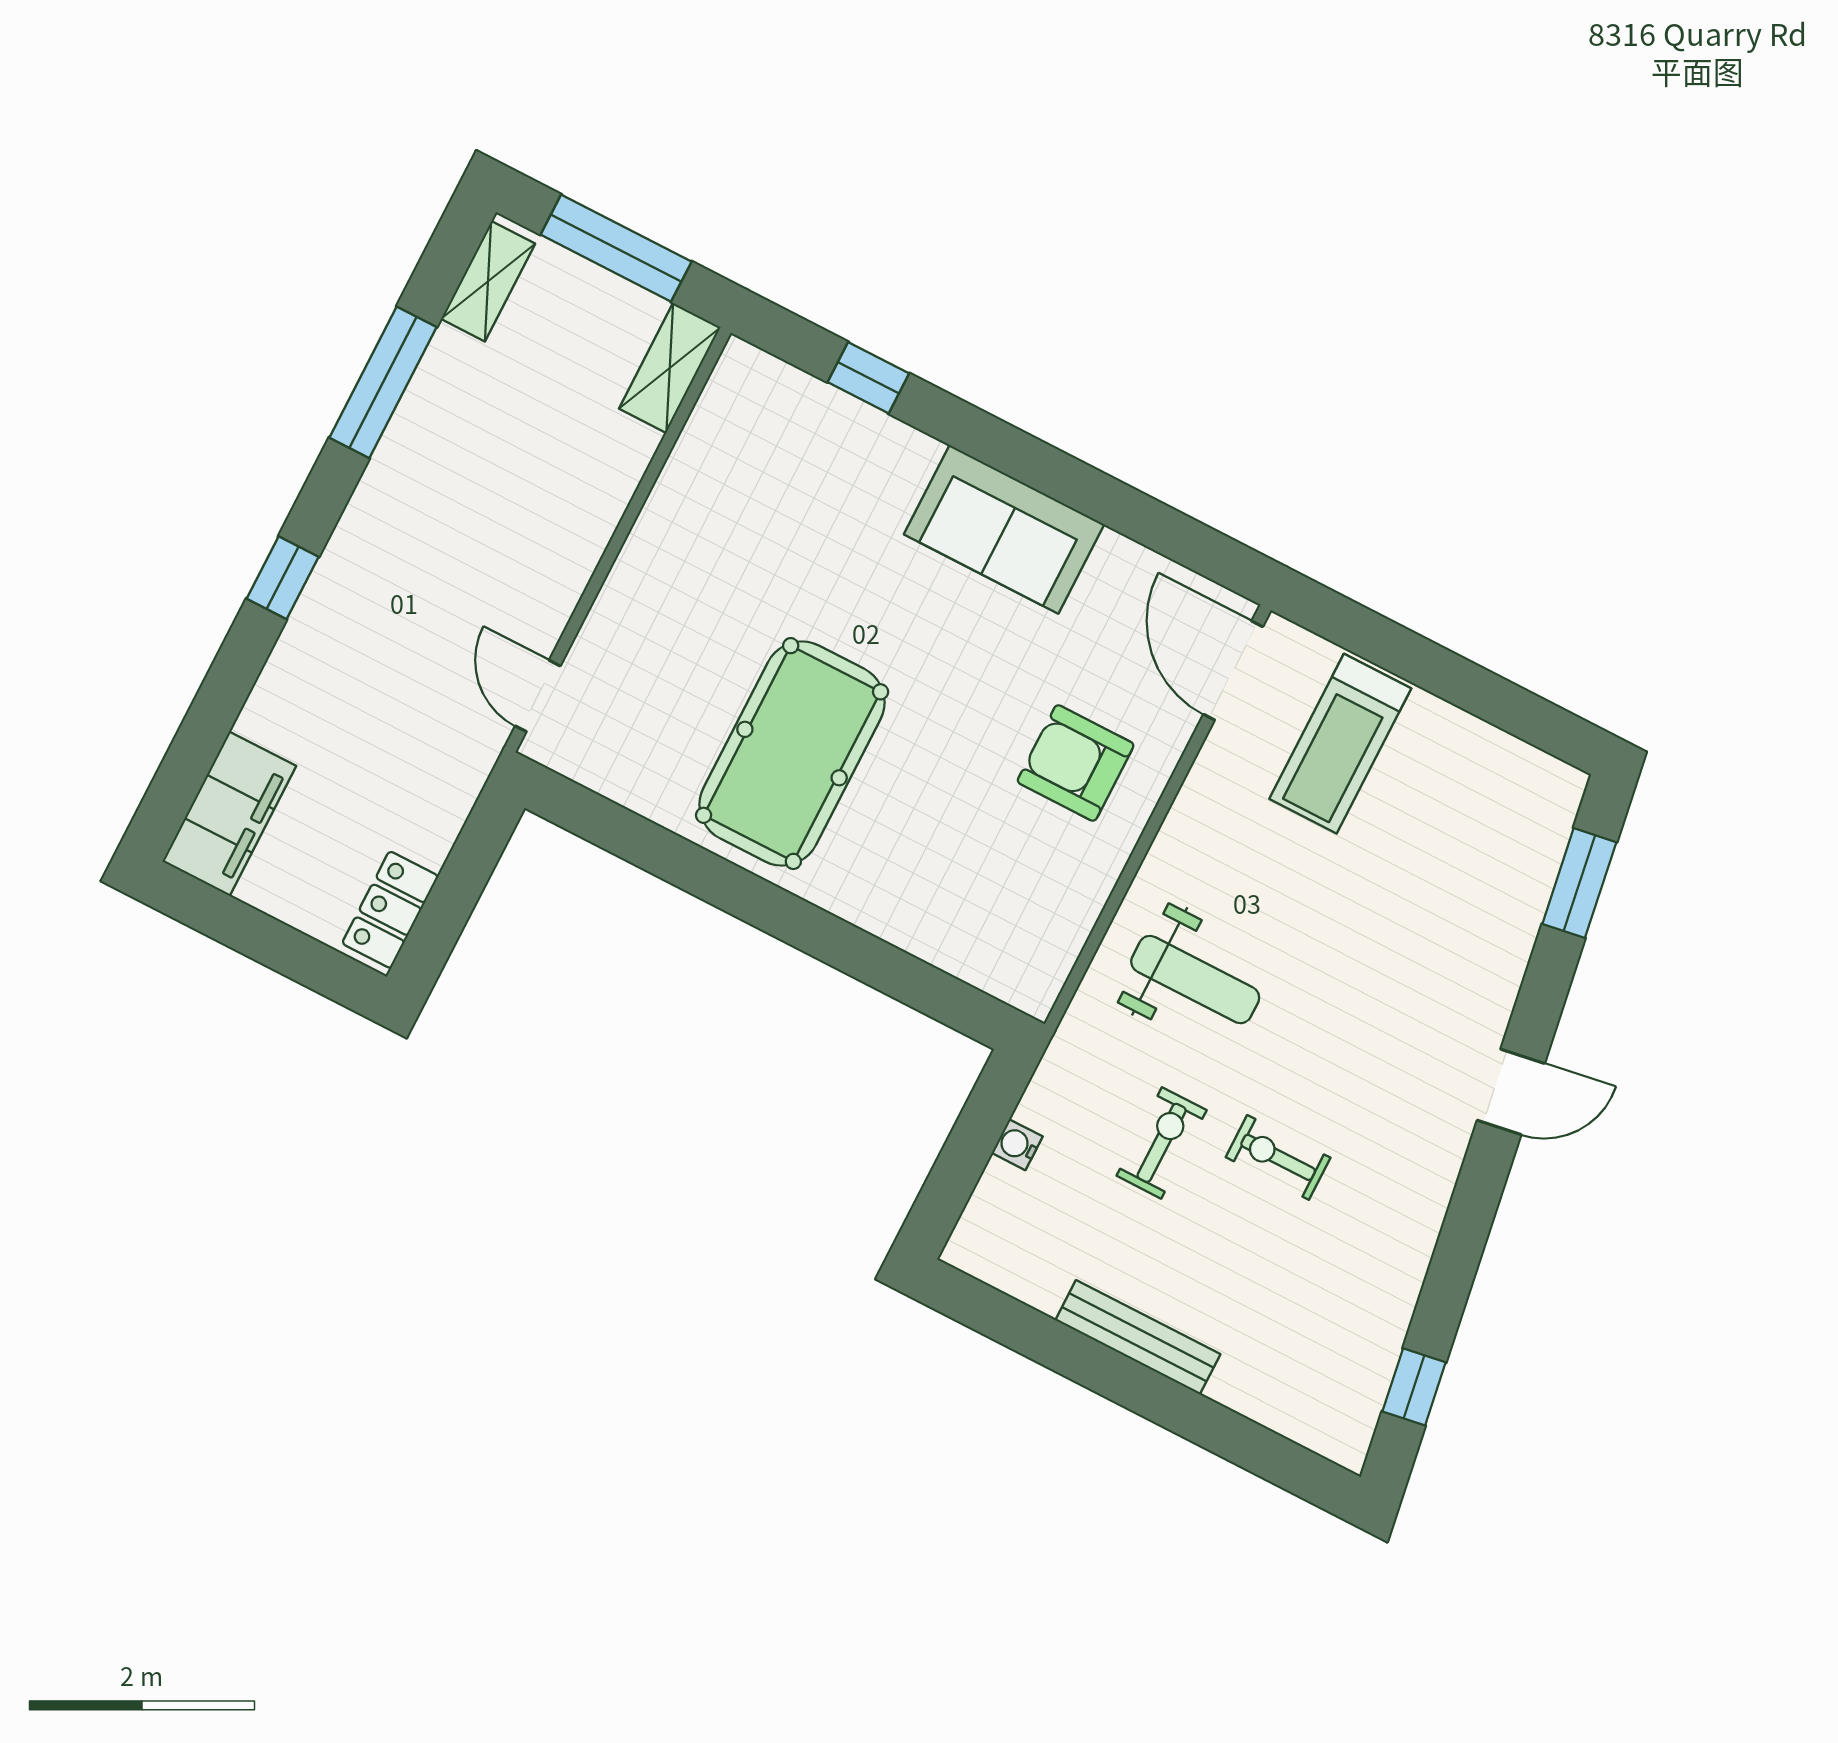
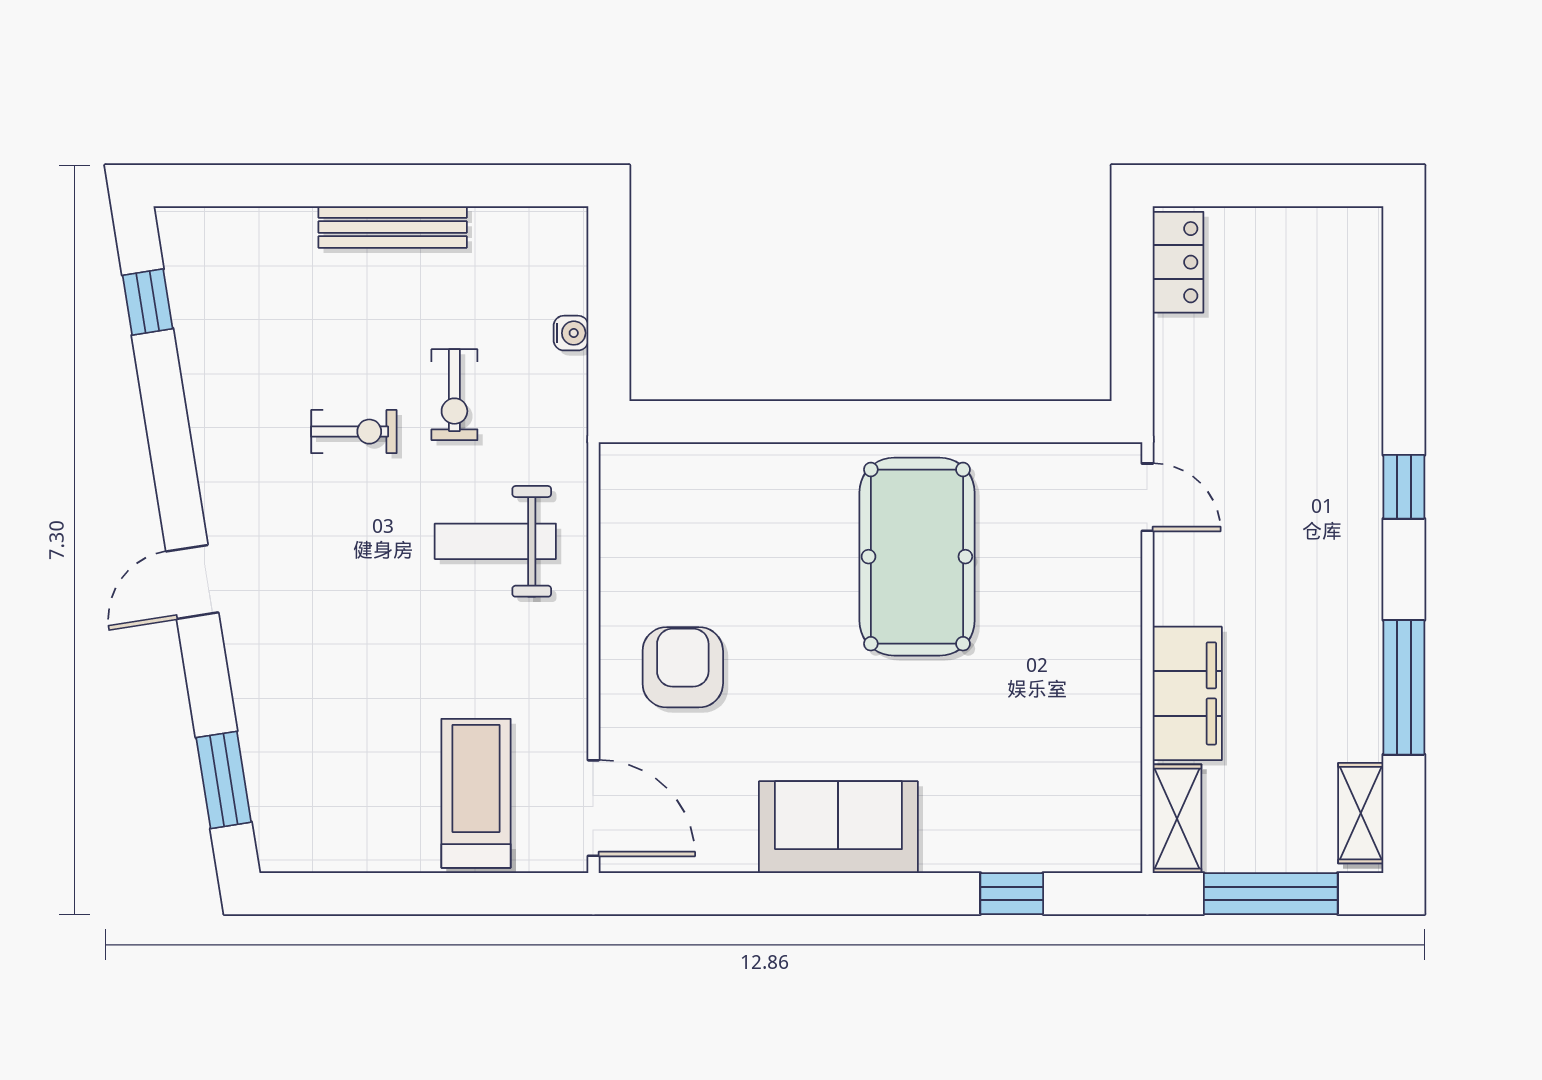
armchair: (1076, 763) -> (683, 667), turned -90
filing cabinet: (229, 814) -> (1187, 693), moved, turned 180

